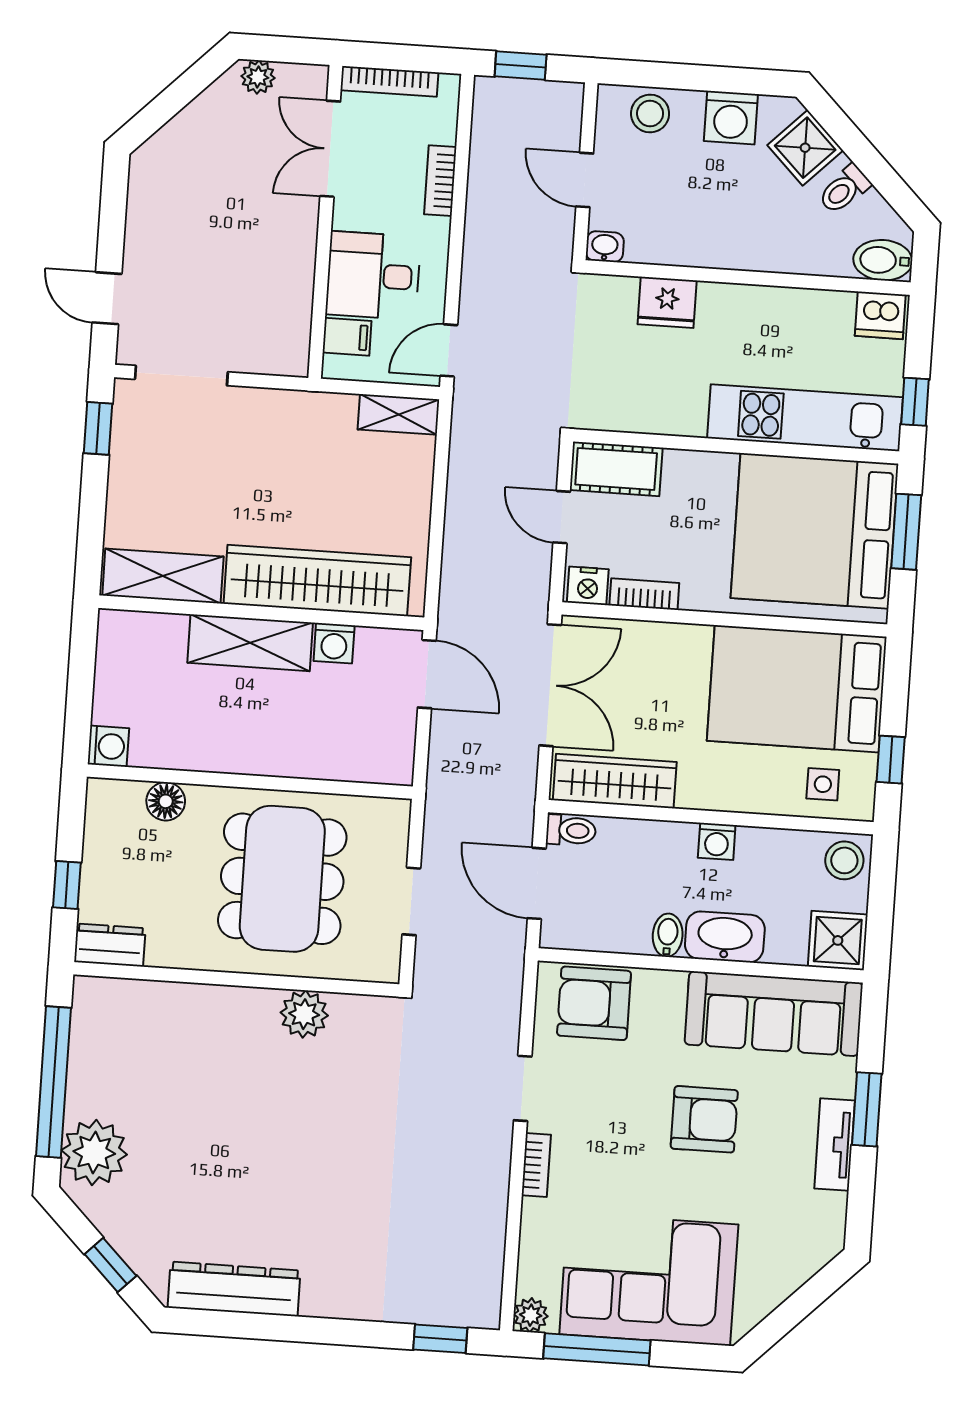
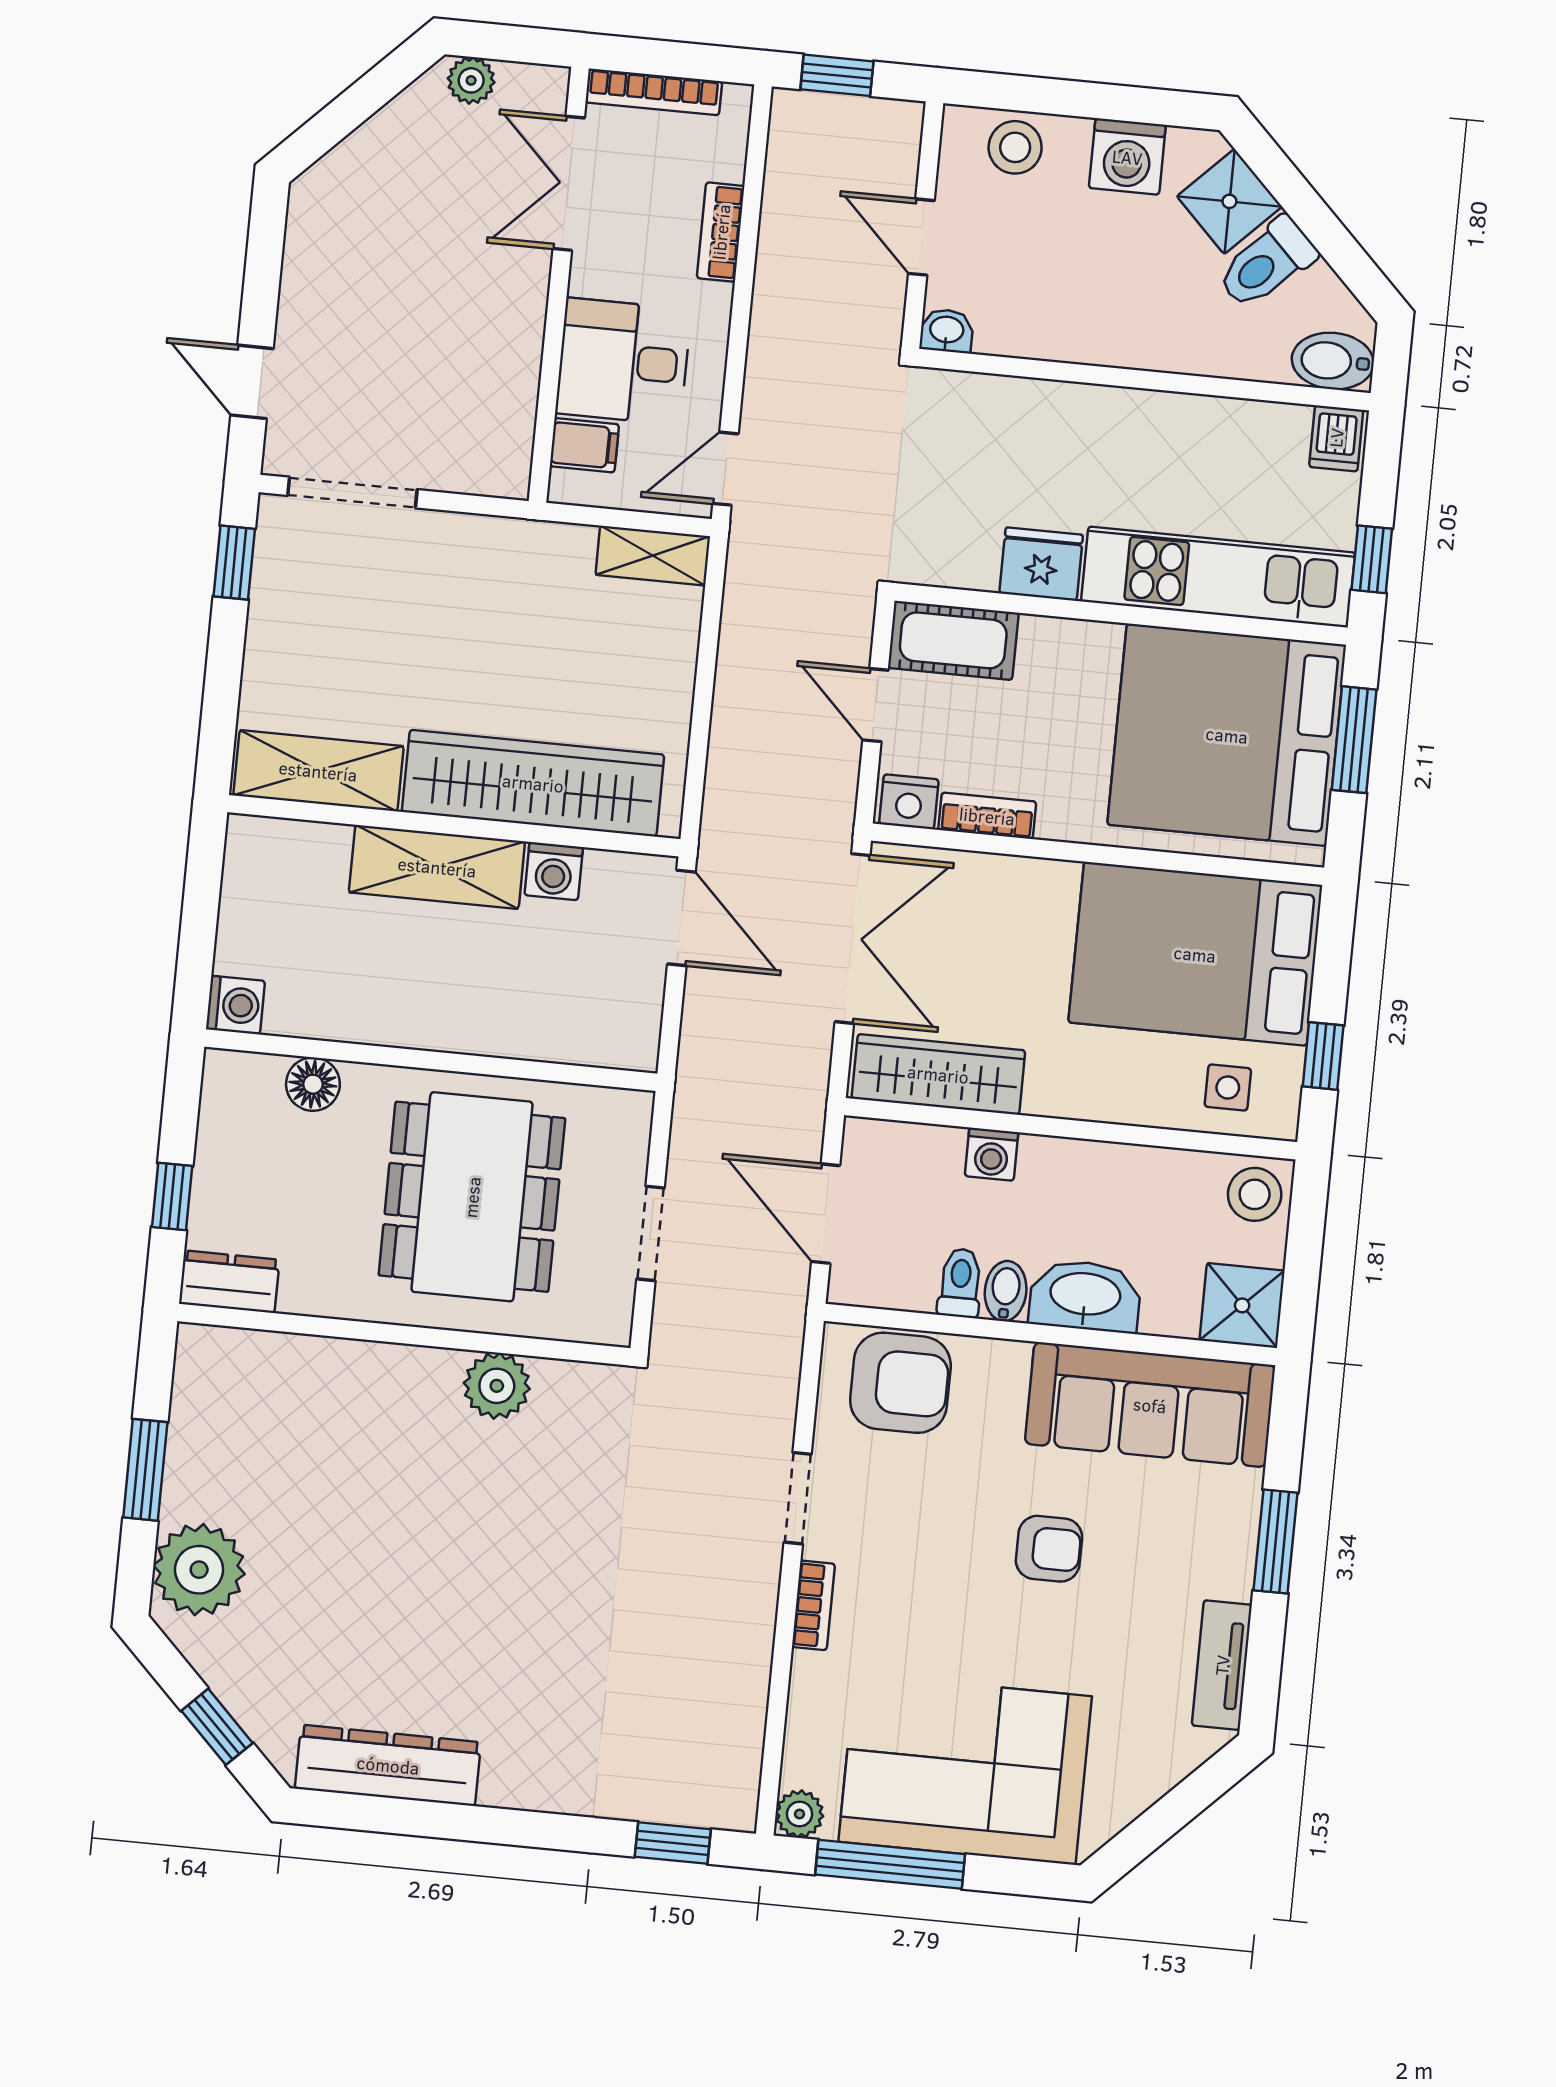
toilet: (844, 189) -> (1267, 263), width x1.37, depth x1.39
fridge: (667, 302) -> (1041, 564), moved, turned 180
dishwasher: (880, 315) -> (1336, 438), width x0.73
toilet: (571, 830) -> (960, 1283), moved, turned -90
washing machine: (717, 841) -> (992, 1154), moved
armchair: (594, 1003) -> (900, 1383), turned 180
window: (53, 1082) -> (145, 1470), width x0.47
armchair: (704, 1119) -> (1049, 1549), width x0.72, depth x0.72
tv unit: (835, 1144) -> (1222, 1665), moved

